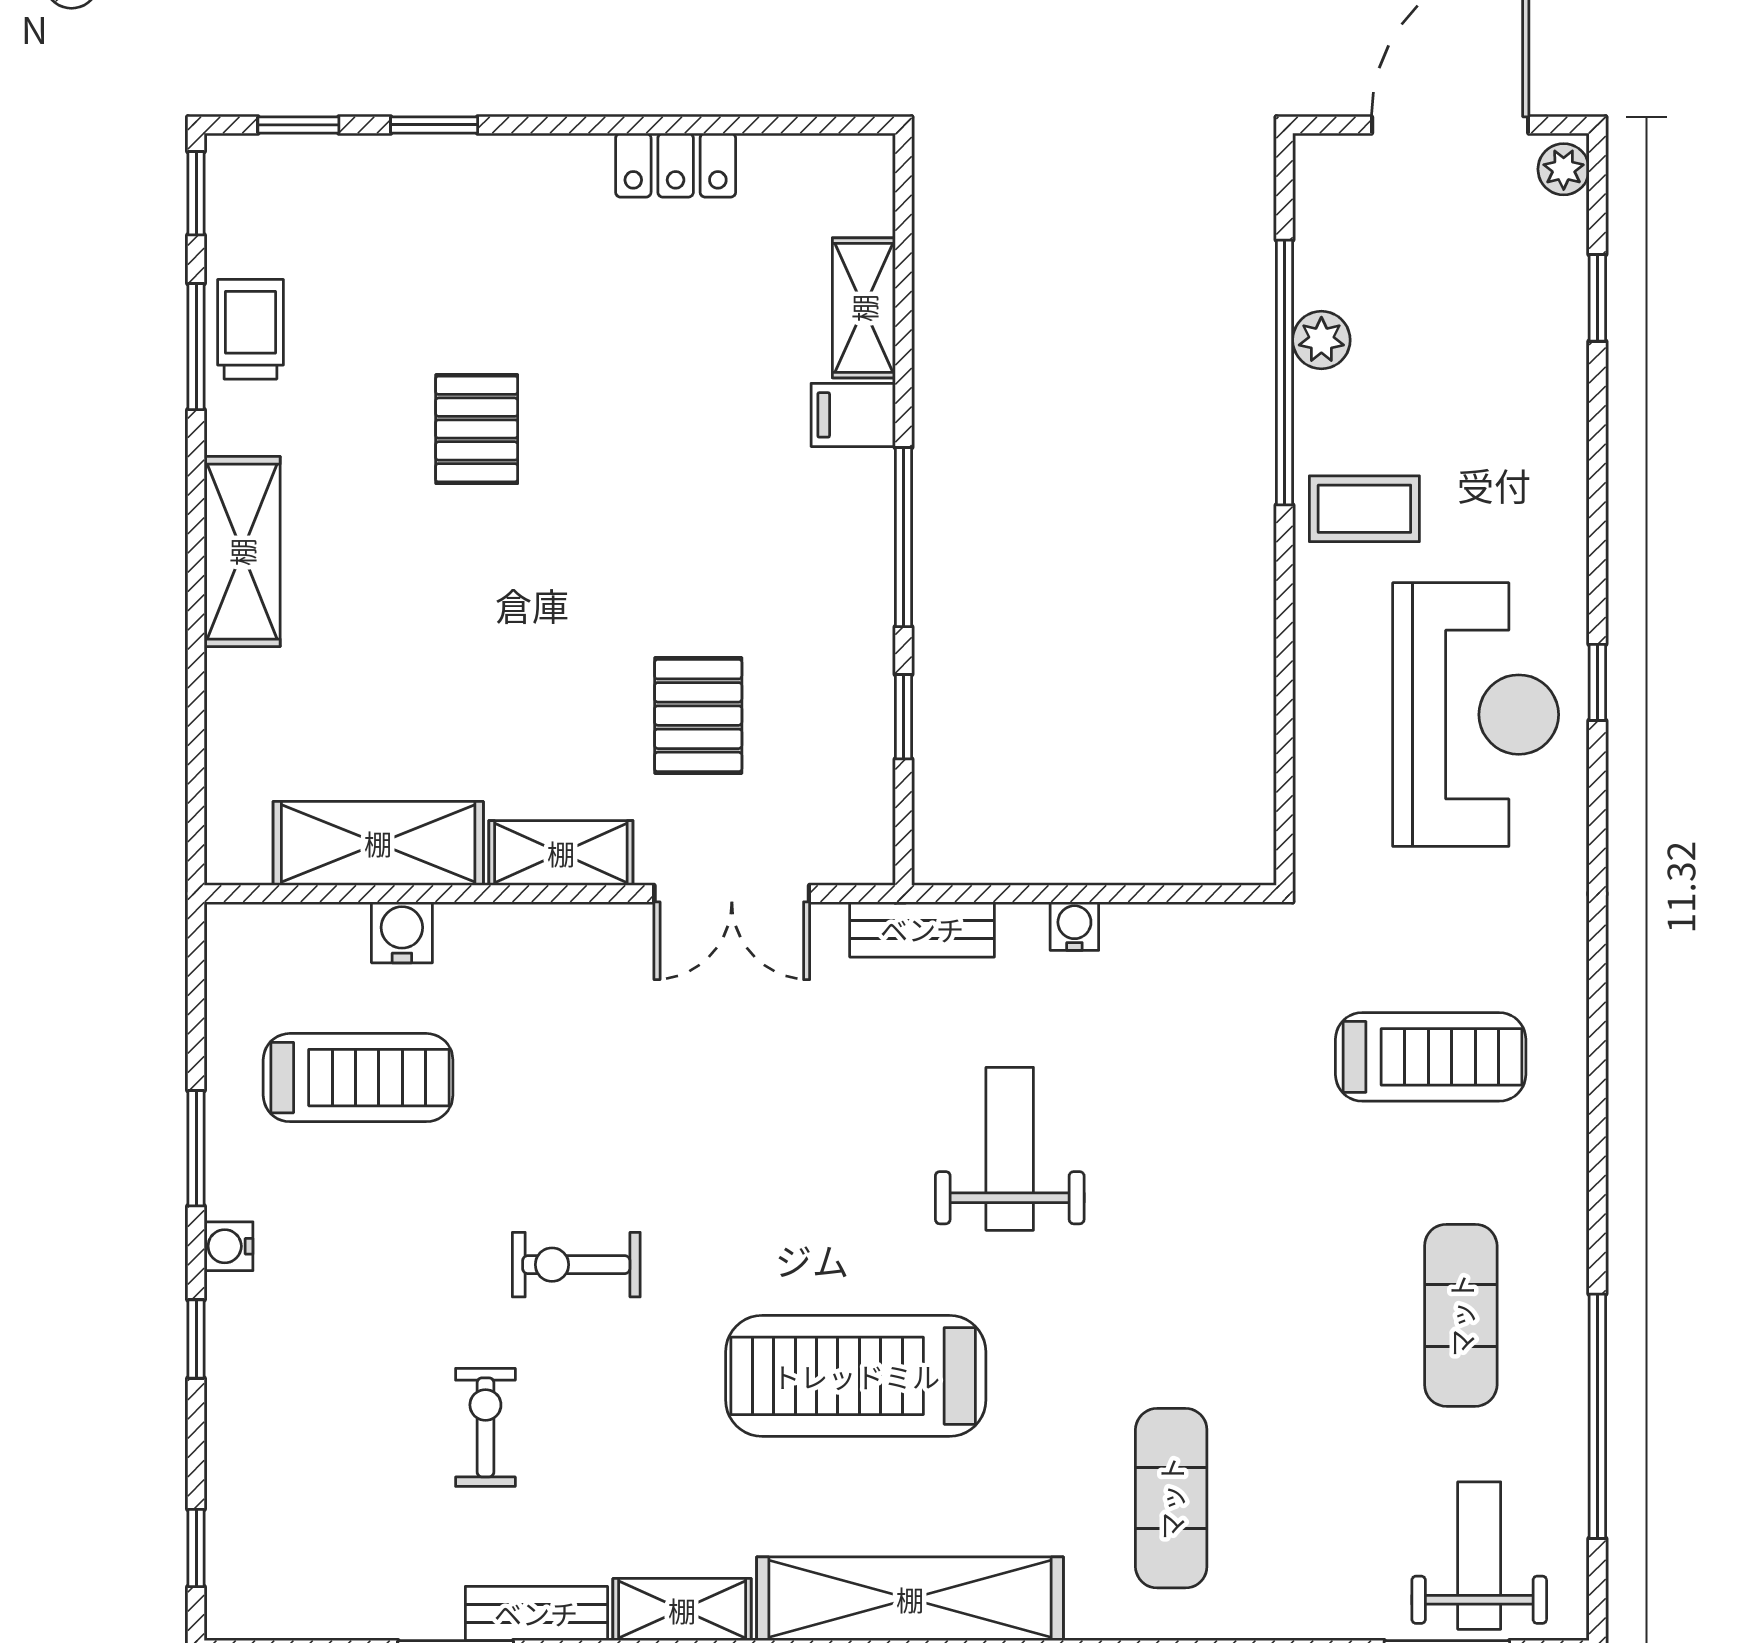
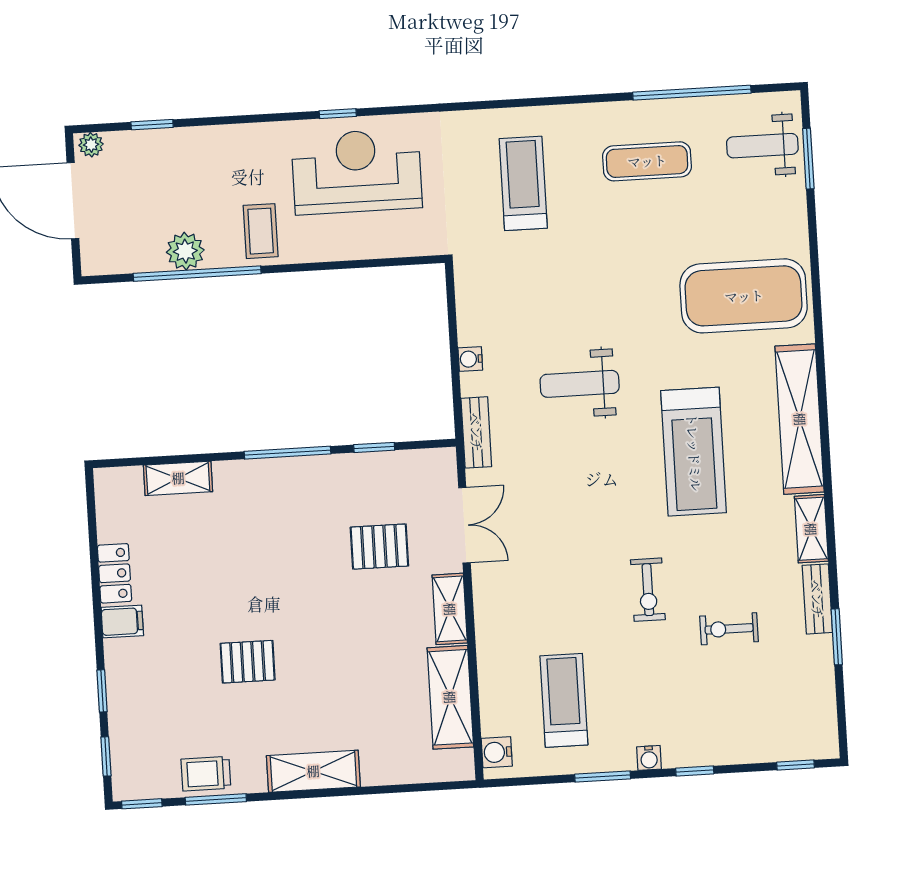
plant: (1321, 340) -> (185, 251), width x1.38, depth x1.38
filing cabinet: (853, 415) -> (122, 621), moved, turned -90
water cooler: (402, 932) -> (497, 752), moved
exercise mat: (1171, 1498) -> (744, 296), width x2.00, depth x1.45

